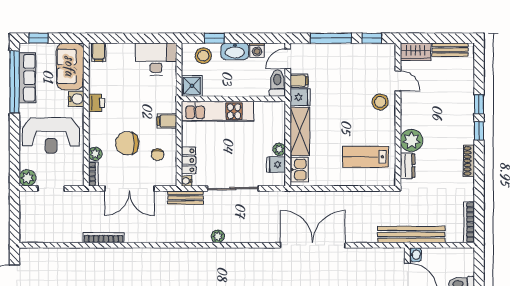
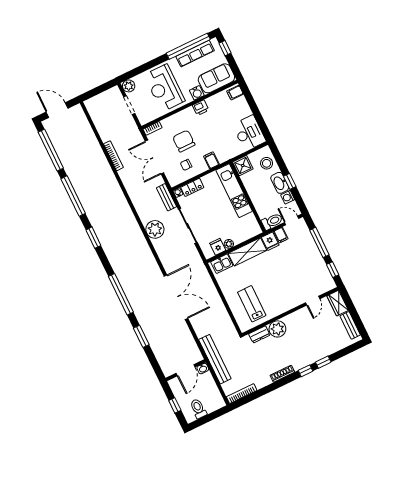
window: (214, 38) -> (290, 181), moved
stool: (380, 102) -> (293, 296), removed
plant: (95, 154) -> (167, 123), removed
plant: (218, 236) -> (155, 229), width x1.87, depth x1.87

